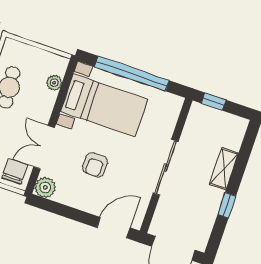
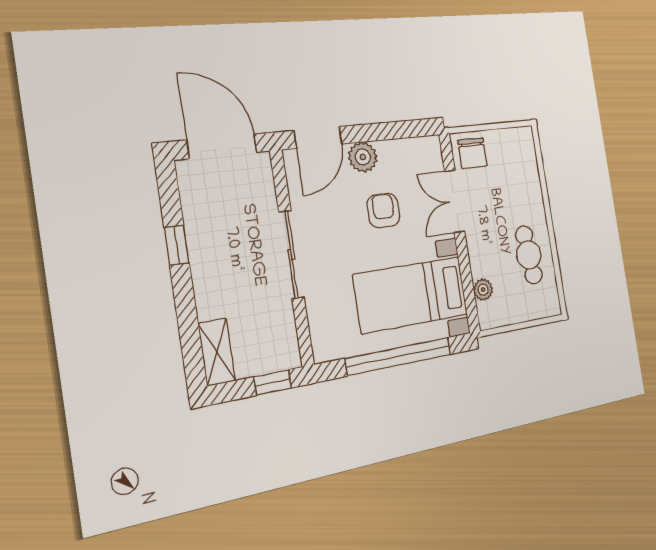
double door: (44, 147) -> (455, 201), swing flipped
shelving: (224, 169) -> (217, 352), moved
plant: (45, 187) -> (363, 157), moved

